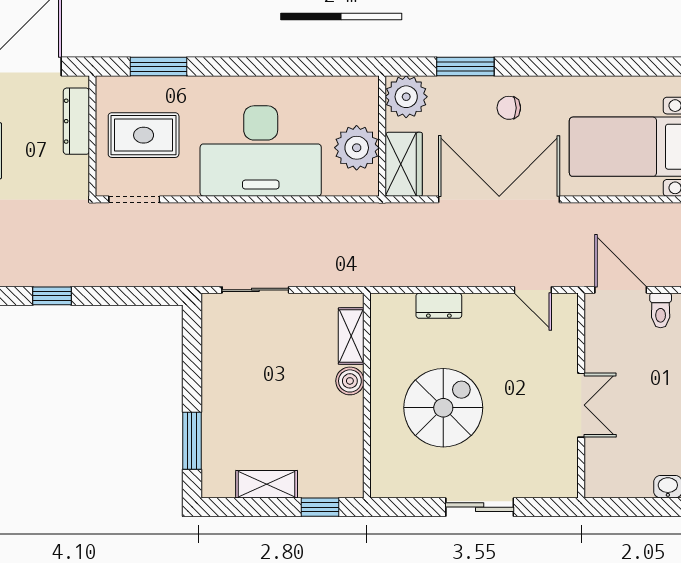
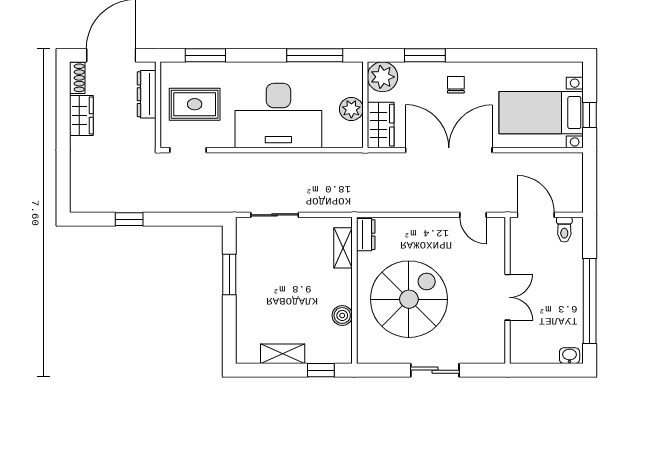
window: (312, 67) -> (315, 55), added
chair: (509, 108) -> (456, 85), turned 90
plant: (357, 148) -> (351, 109), width x0.73, depth x0.73
dresser: (439, 306) -> (366, 235), moved, turned -90
boiler: (350, 381) -> (342, 315), moved
spiral stairs: (443, 408) -> (409, 299), width x1.37, depth x1.37
window: (192, 441) -> (229, 275), moved

